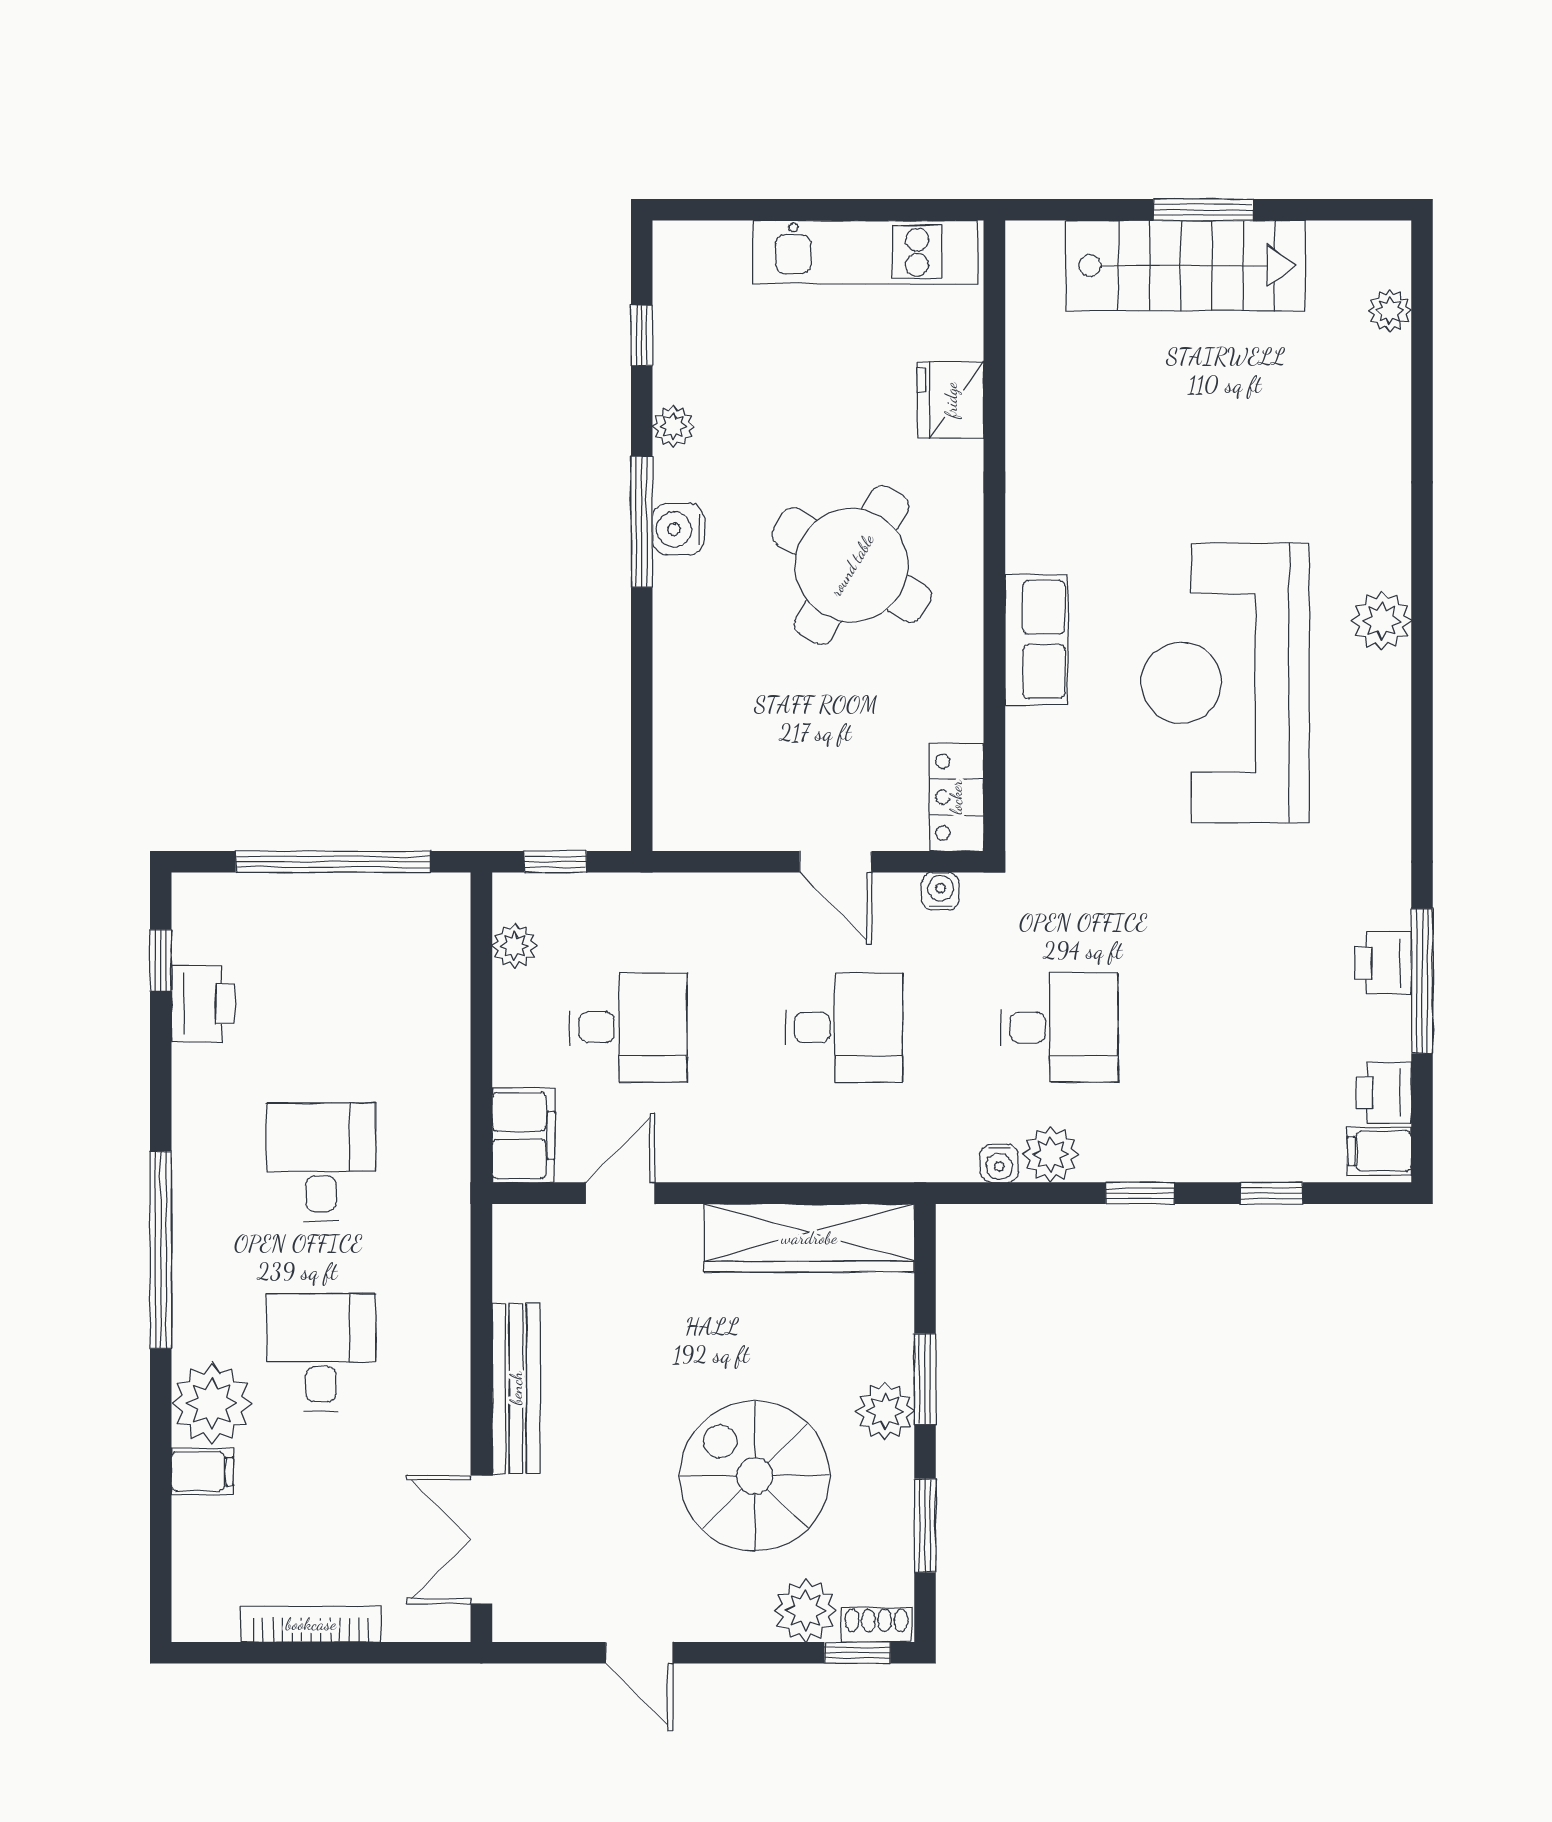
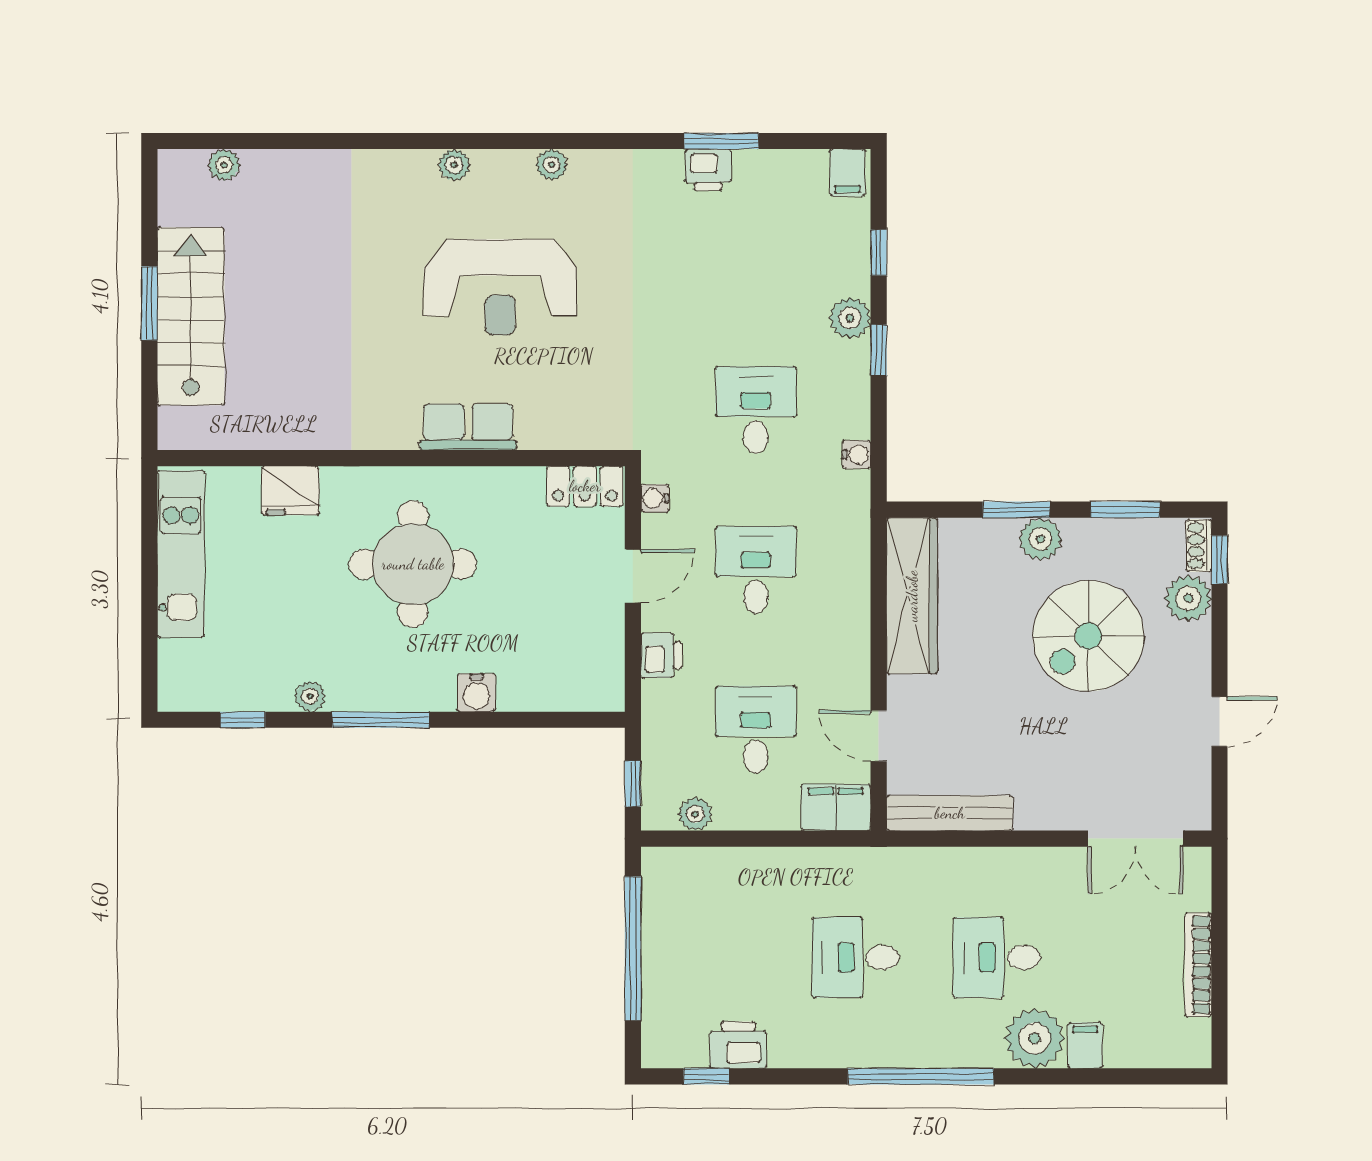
water cooler: (678, 529) -> (477, 693), moved
round table: (852, 565) -> (413, 564), turned -31
plant: (1382, 621) -> (454, 165), width x0.73, depth x0.73
reception desk: (1225, 683) -> (500, 287), width x0.74, depth x0.77
plant: (1390, 752) -> (552, 165), added
window: (1422, 981) -> (721, 141), width x0.69
printer: (1384, 1093) -> (661, 655), moved, turned -90
plant: (1051, 1154) -> (850, 318), moved
bench: (516, 1388) -> (950, 813), moved

